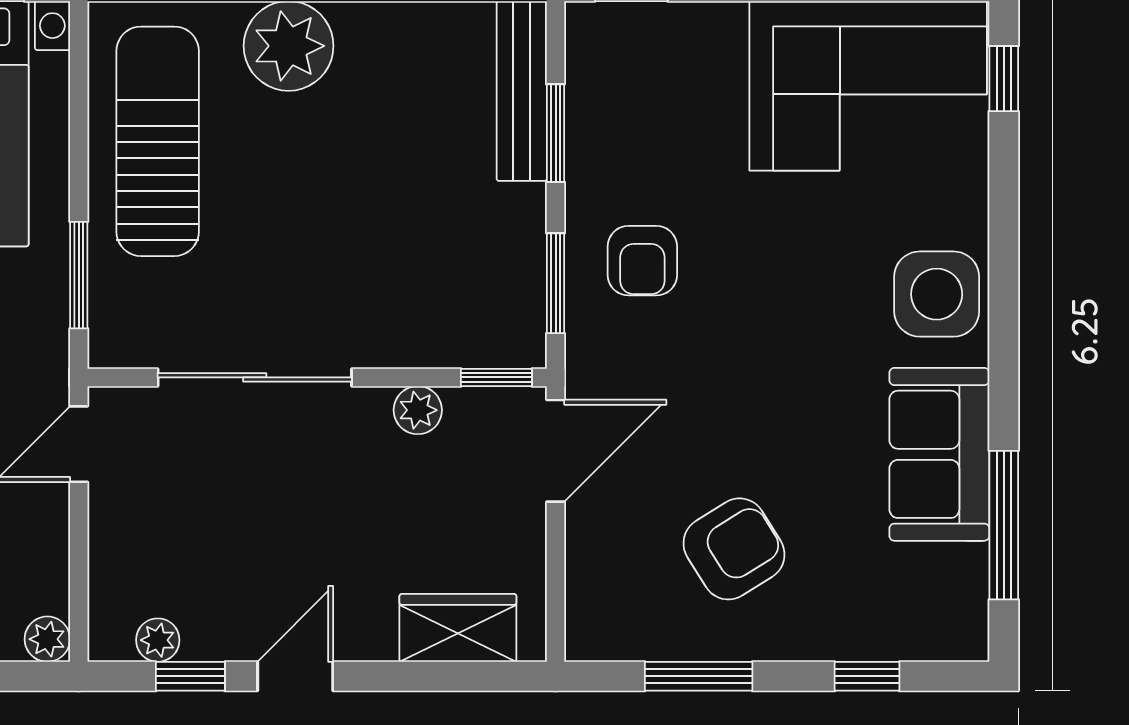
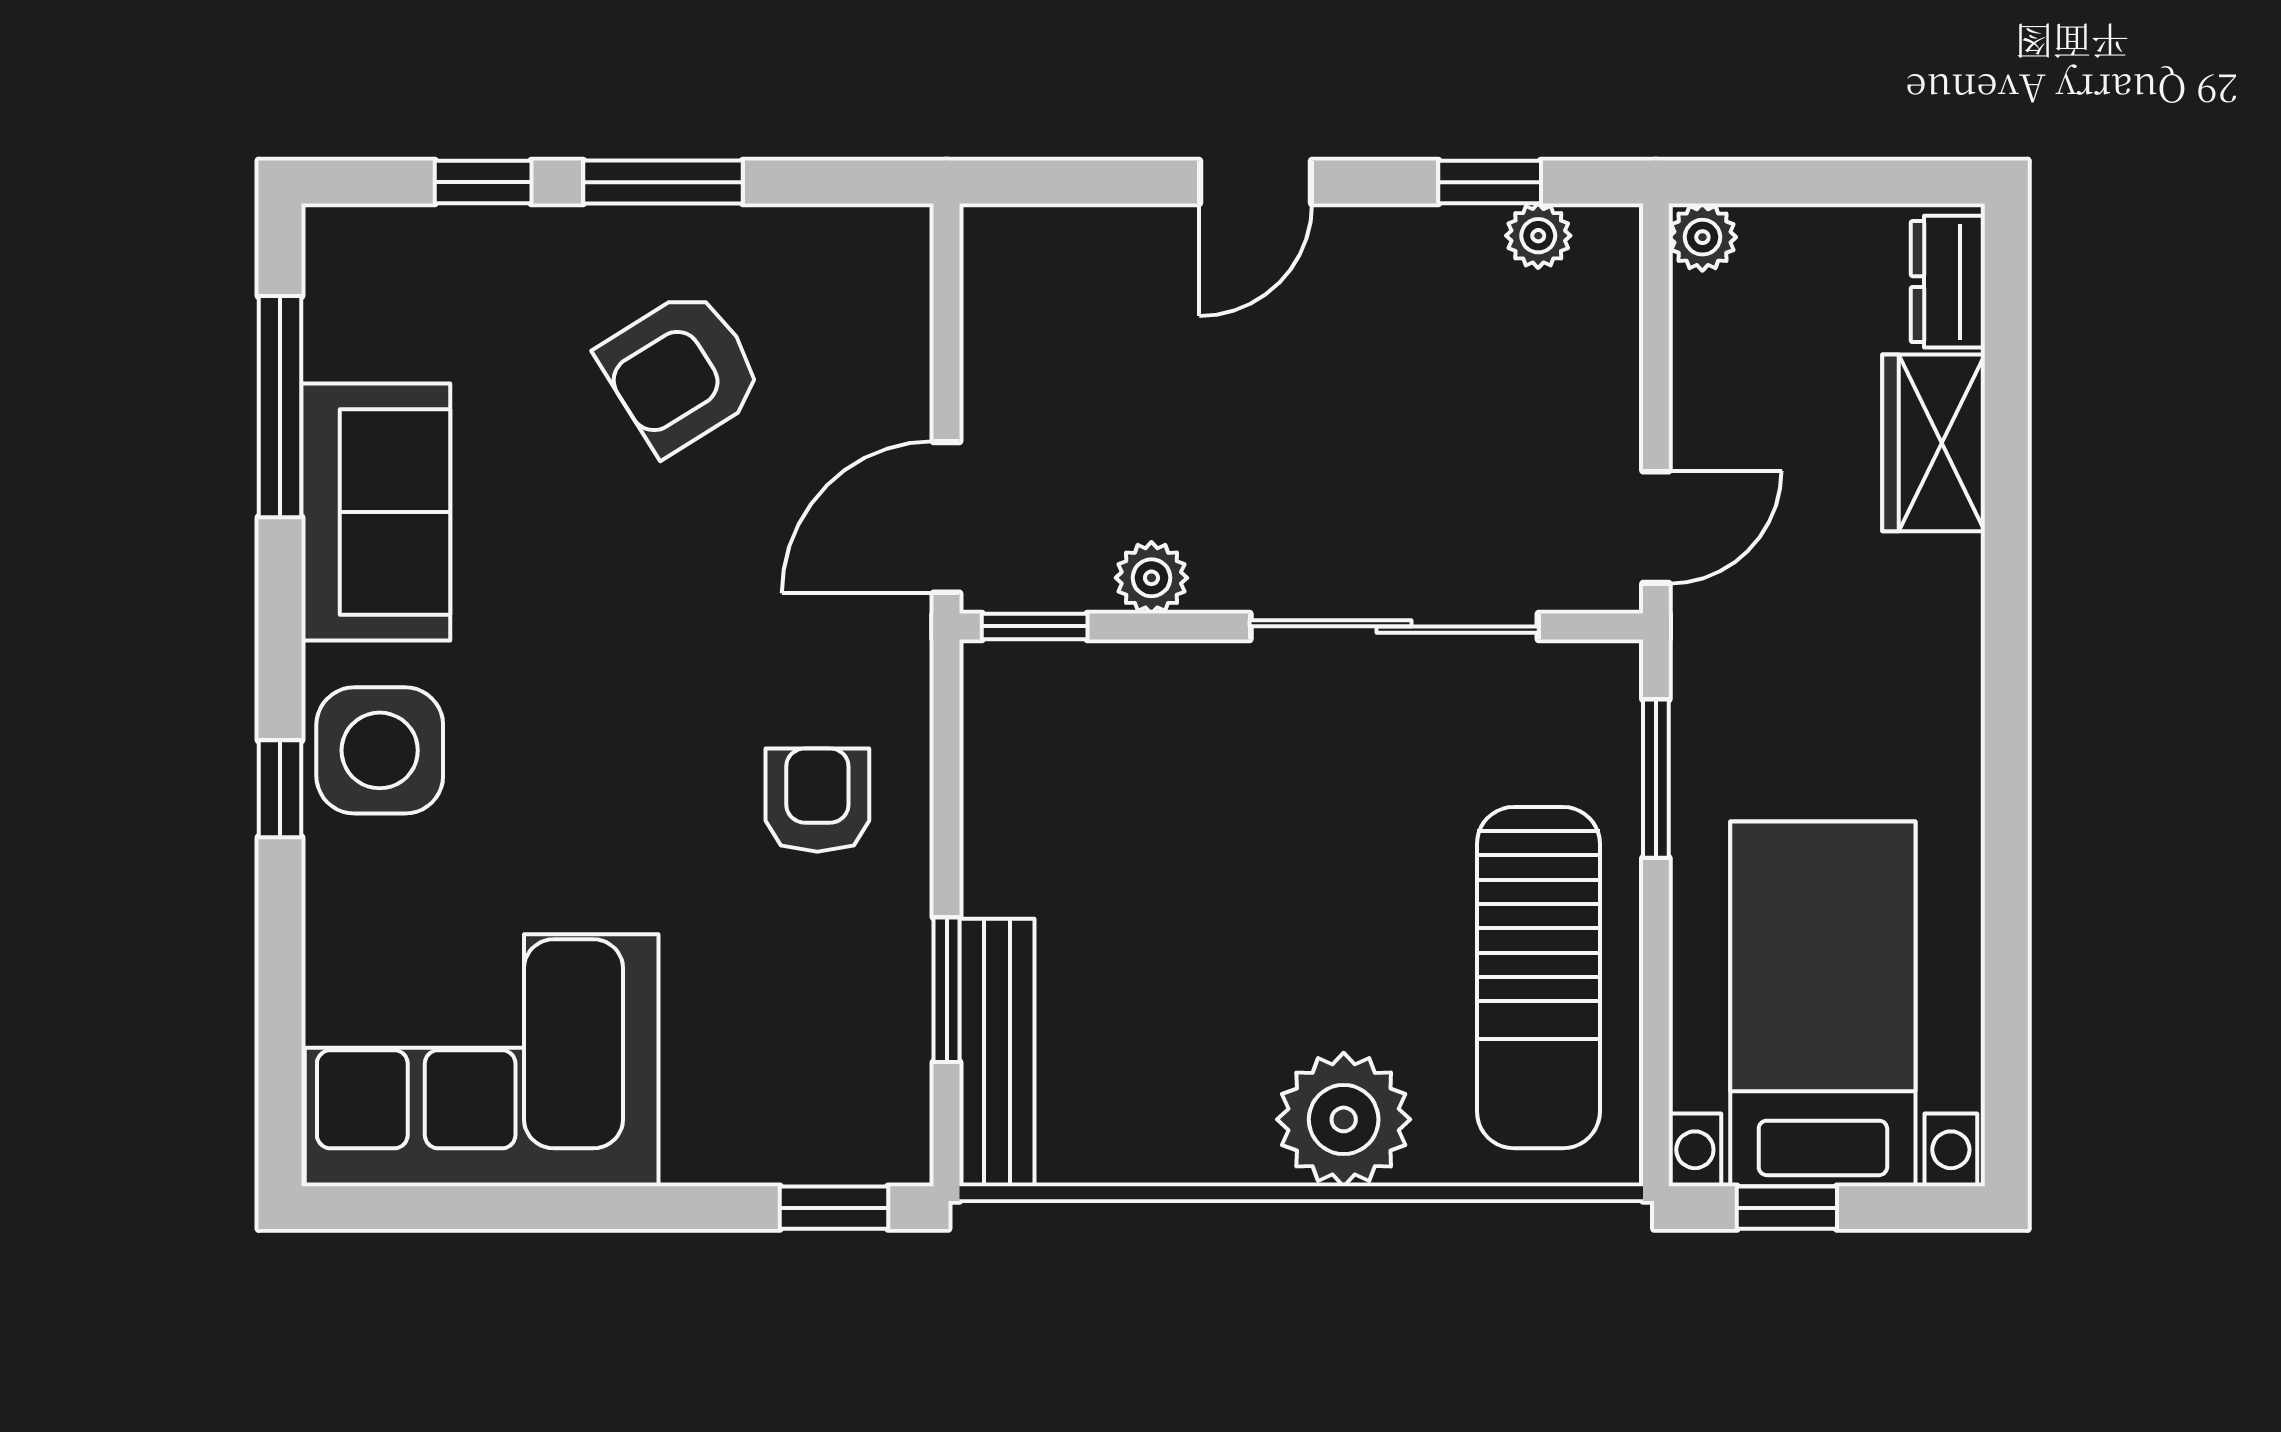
window: (1004, 79) -> (280, 789), moved
window: (556, 283) -> (947, 767), removed
wardrobe: (458, 628) -> (1092, 254), removed
door: (295, 676) -> (1256, 182), moved
window: (699, 676) -> (663, 182), moved

